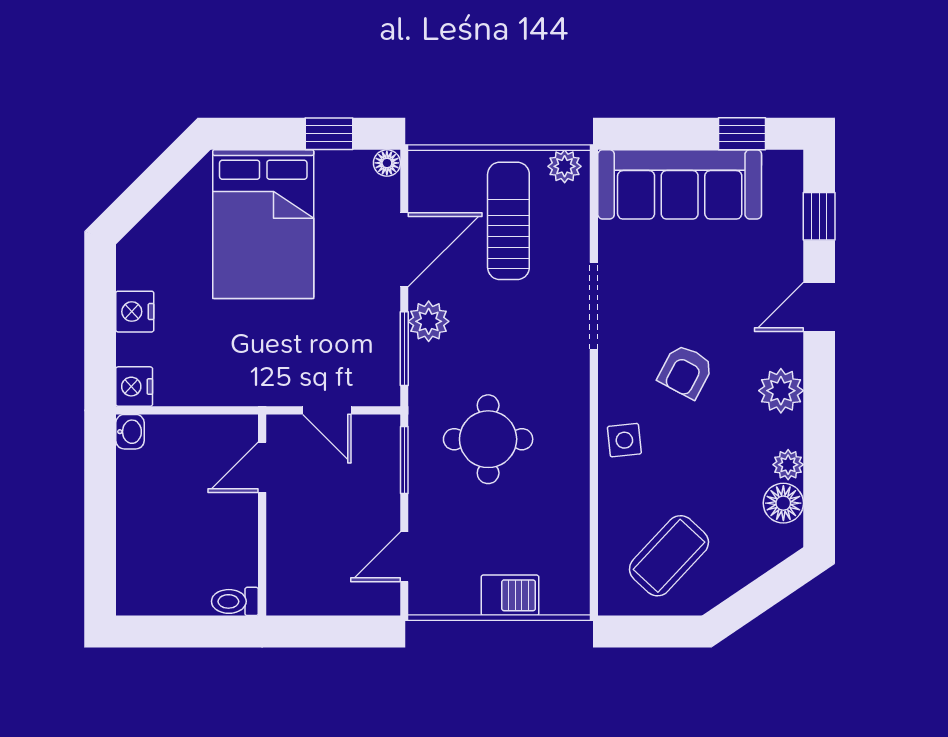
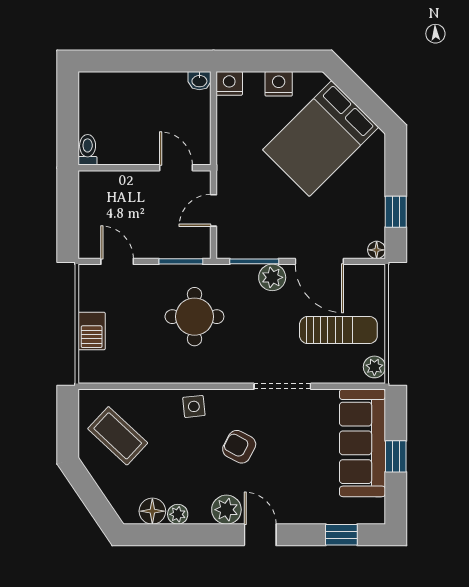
window: (742, 134) -> (396, 456), moved
bed: (263, 224) -> (321, 138), moved, turned -45
door: (819, 307) -> (260, 535), moved

